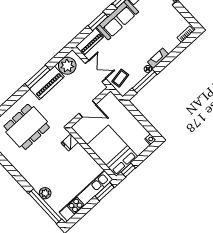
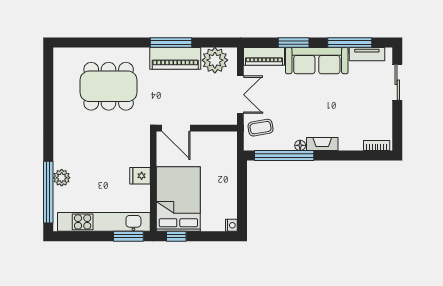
window: (145, 81) -> (284, 156), width x1.46
door: (87, 109) -> (176, 128), moved
fridge: (70, 142) -> (140, 176), moved

